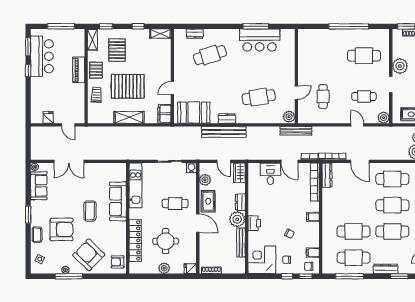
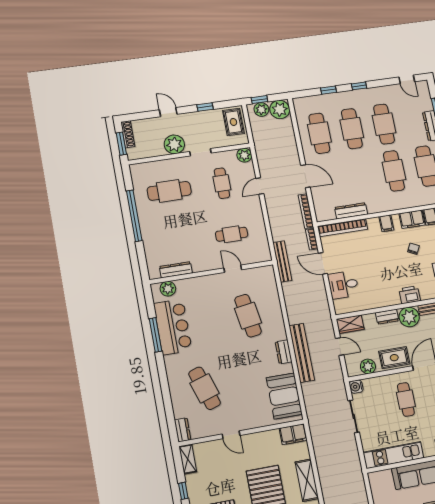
dresser: (195, 34) -> (183, 430), moved
dresser: (302, 50) -> (176, 270), added
cafe table: (364, 56) -> (169, 191), turned 90
door: (172, 88) -> (231, 435), moved
plant: (289, 117) -> (168, 289), moved
door: (224, 161) -> (340, 347), hinge flipped
door: (289, 161) -> (323, 263), swing flipped
door: (360, 161) -> (305, 176), hinge flipped
dresser: (327, 175) -> (351, 211), moved
filing cabinet: (313, 238) -> (412, 219), added

